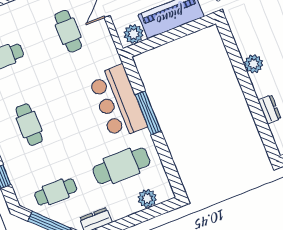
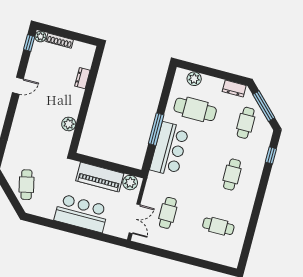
plant: (254, 64) -> (69, 124), moved
cafe table: (56, 192) -> (246, 123), turned 90

